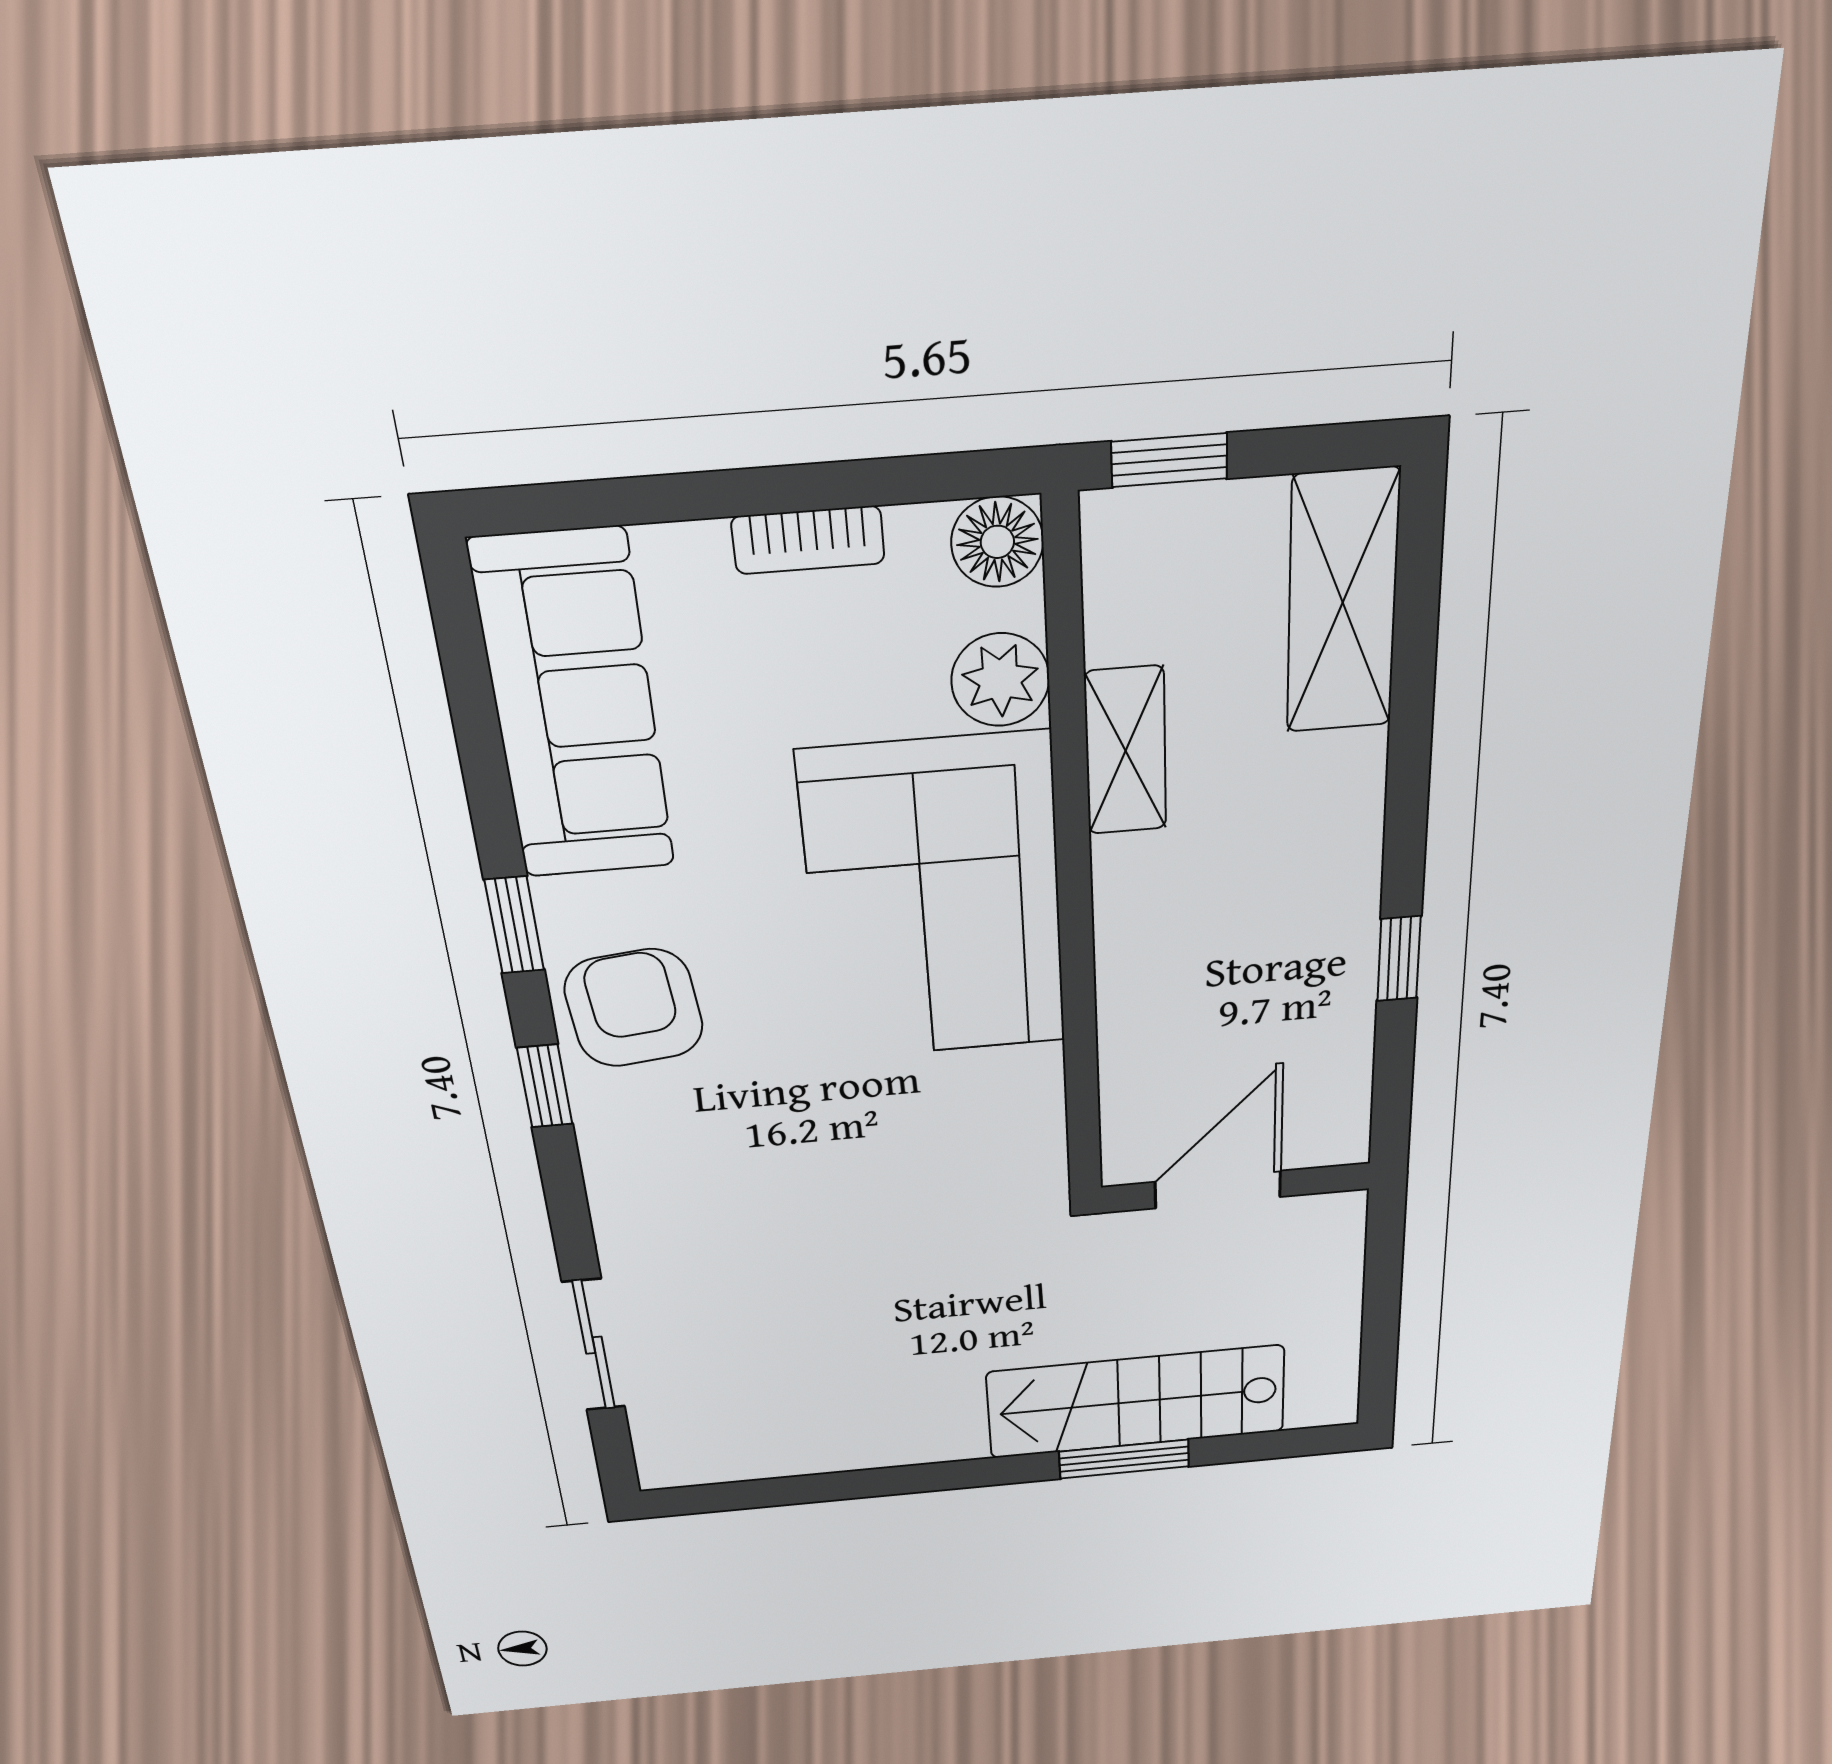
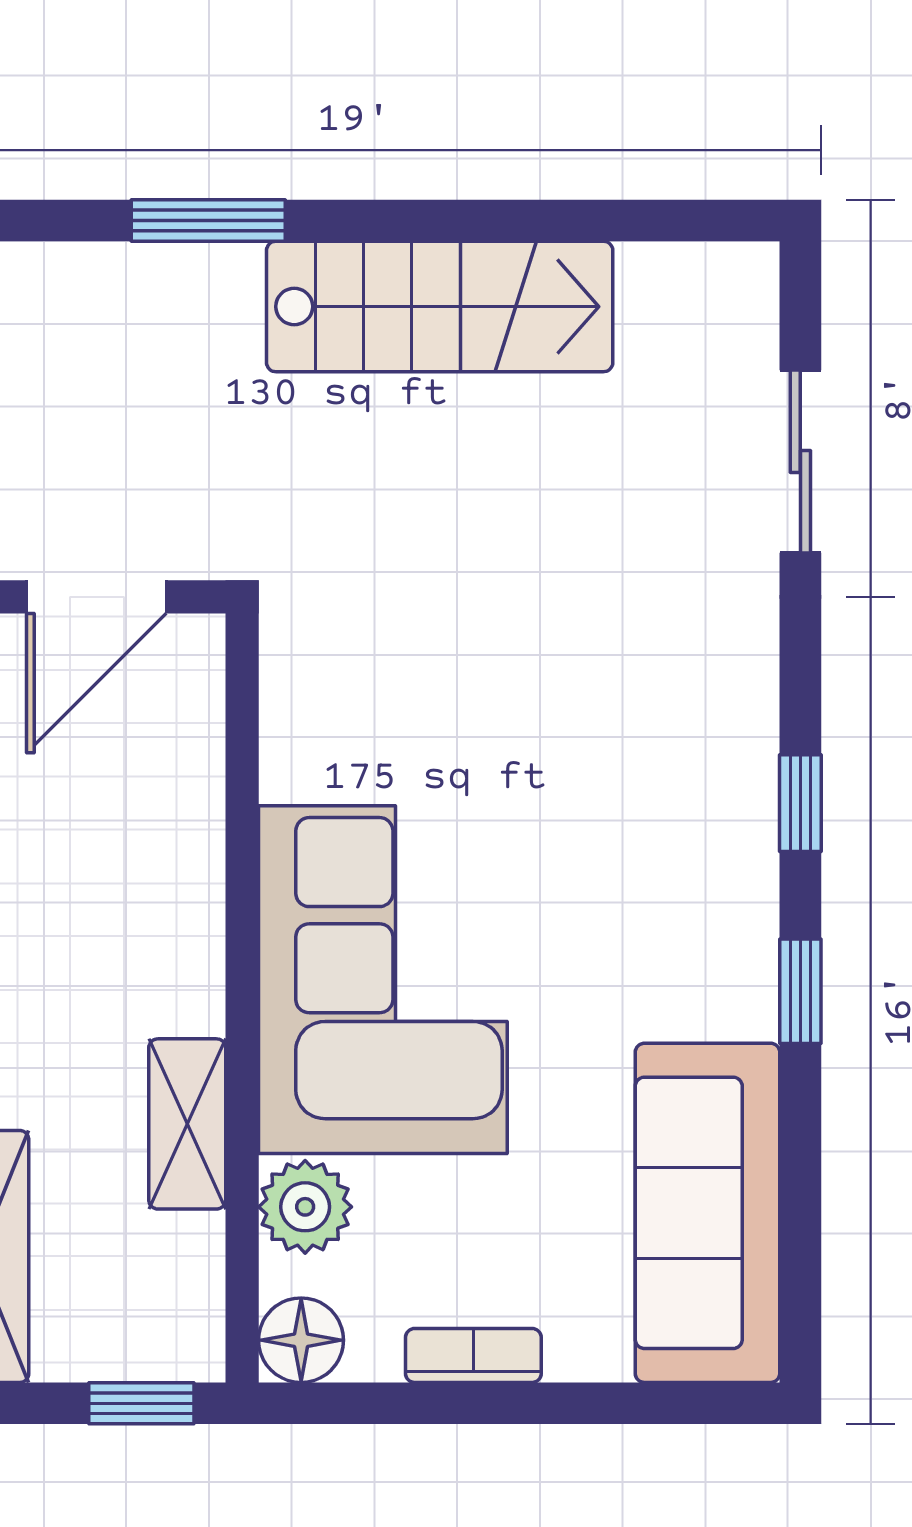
armchair: (634, 1008) -> (697, 886), removed
stairs: (1136, 1402) -> (440, 307), moved

